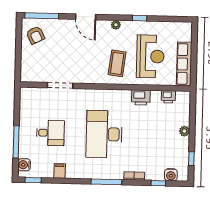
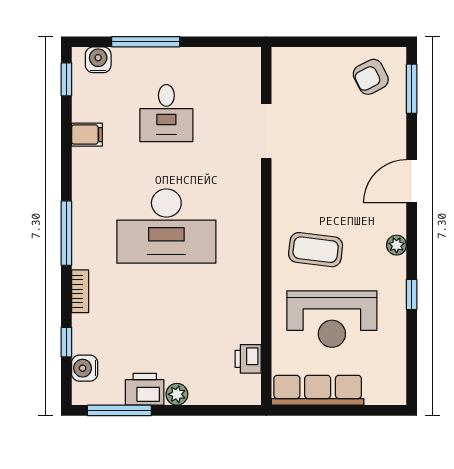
window: (42, 16) -> (412, 89), width x0.69
printer: (141, 98) -> (145, 389), moved, turned 90
desk: (104, 134) -> (166, 226), turned 180
window: (191, 159) -> (119, 410), width x2.17

